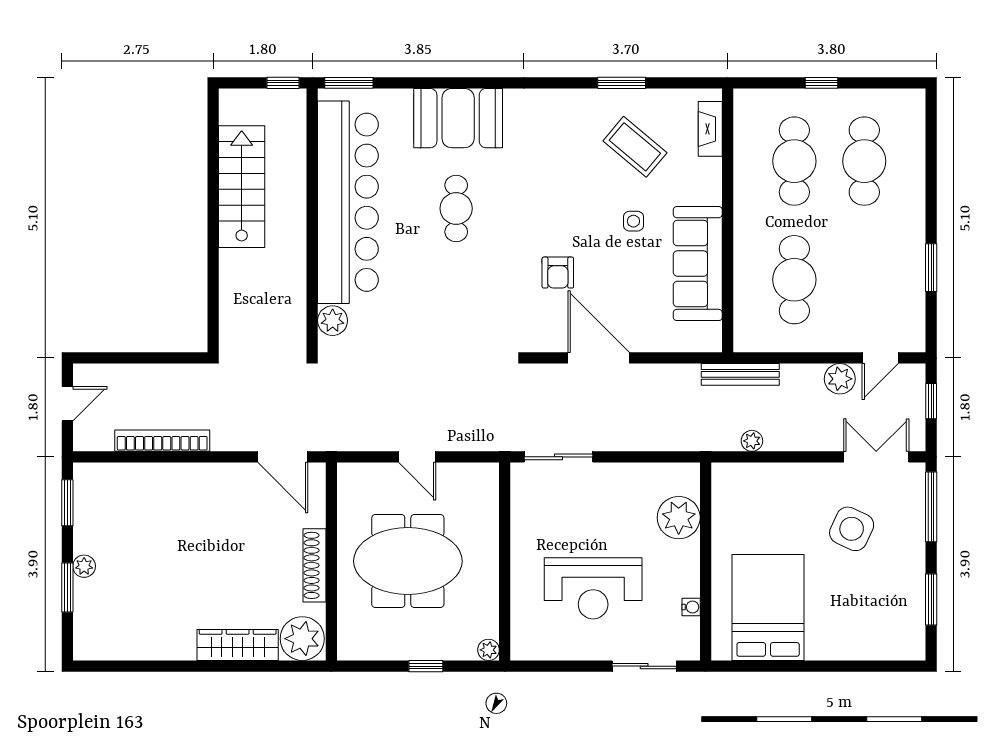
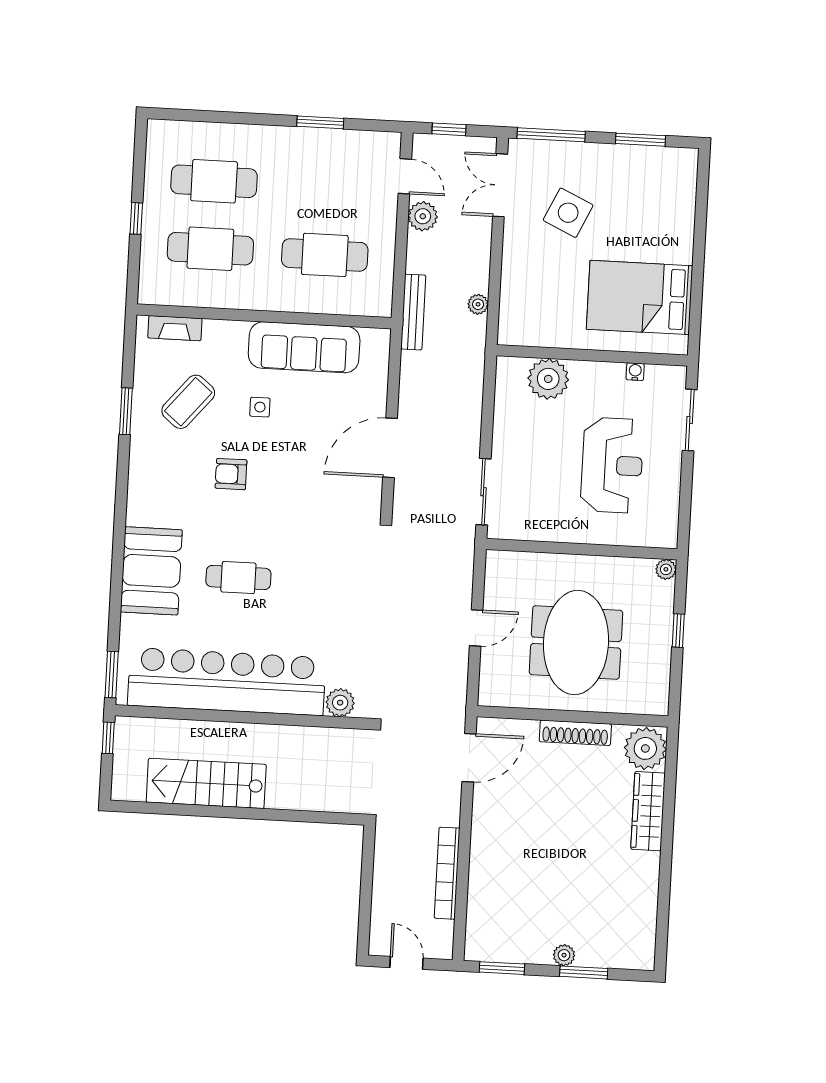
armchair: (558, 273) -> (231, 474), moved, turned 180

